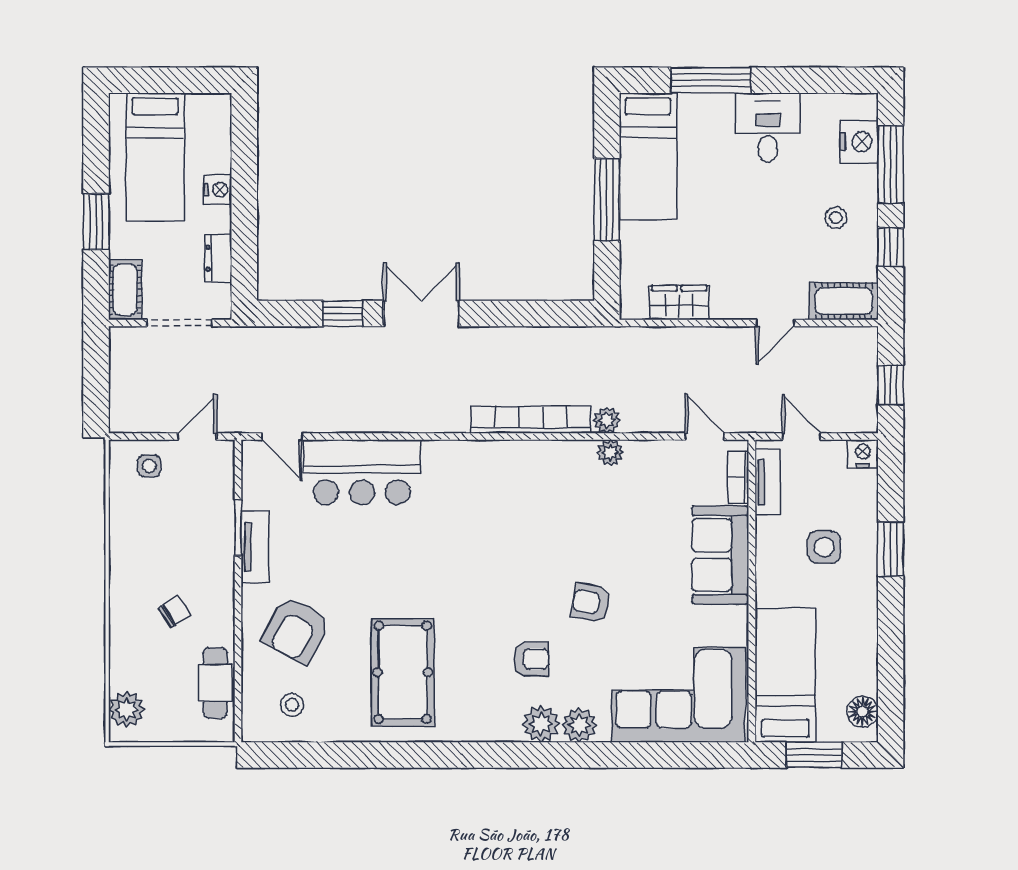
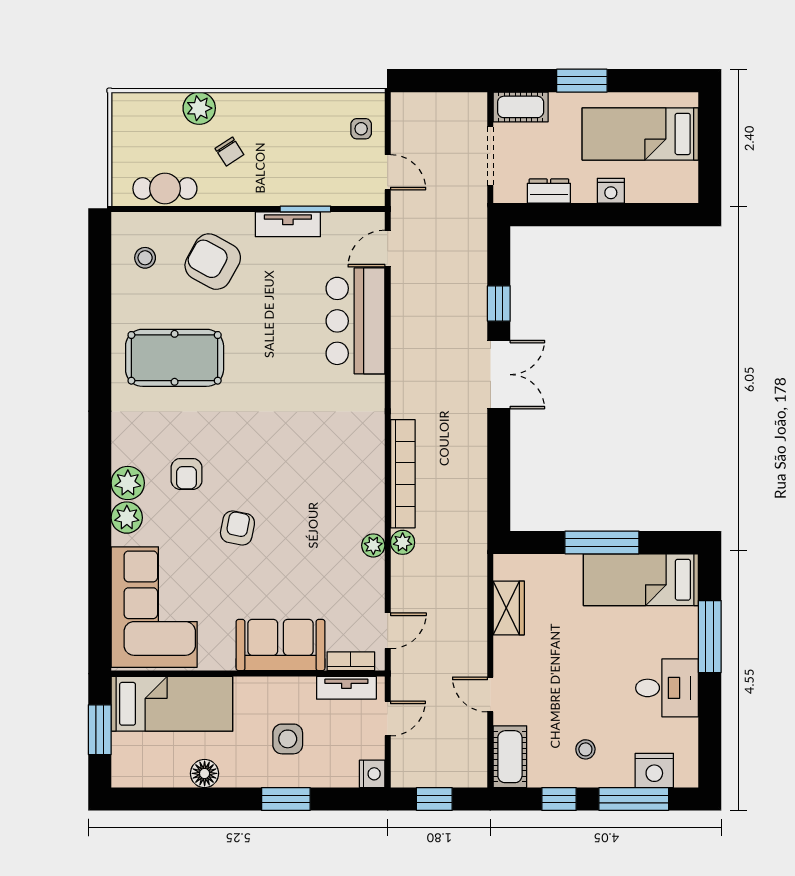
plant: (127, 709) -> (199, 108), moved
floor lamp: (862, 711) -> (205, 773), moved

